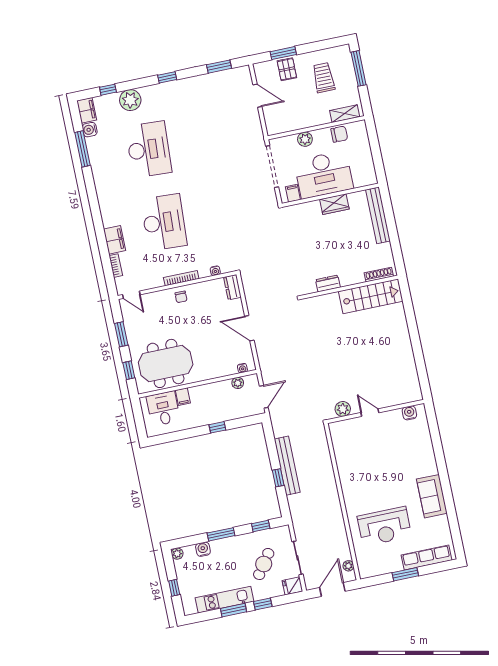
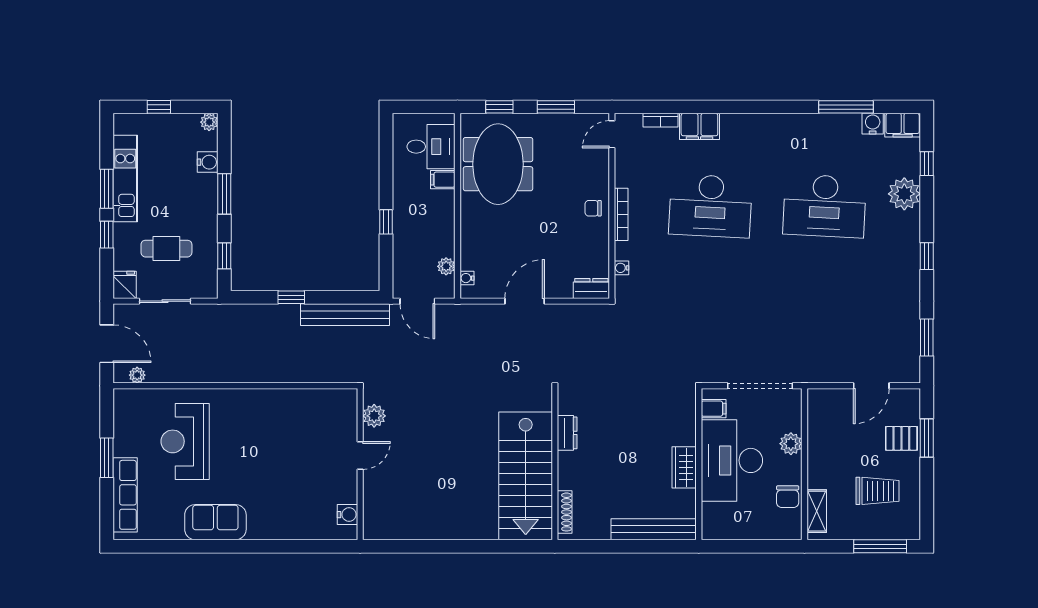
stairs: (371, 296) -> (526, 476), width x1.36, depth x1.51
bench: (287, 466) -> (345, 315), moved
cafe table: (264, 564) -> (166, 249), turned -35

